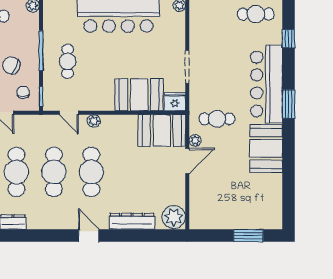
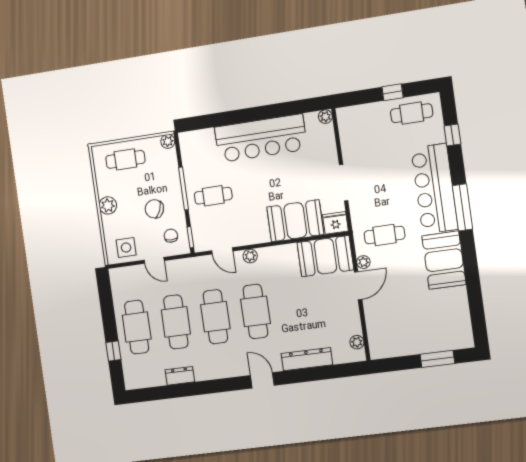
cafe table: (68, 61) -> (213, 196), turned 90
window: (289, 104) -> (462, 207), width x1.44
plant: (174, 217) -> (357, 342), width x0.53, depth x0.53

